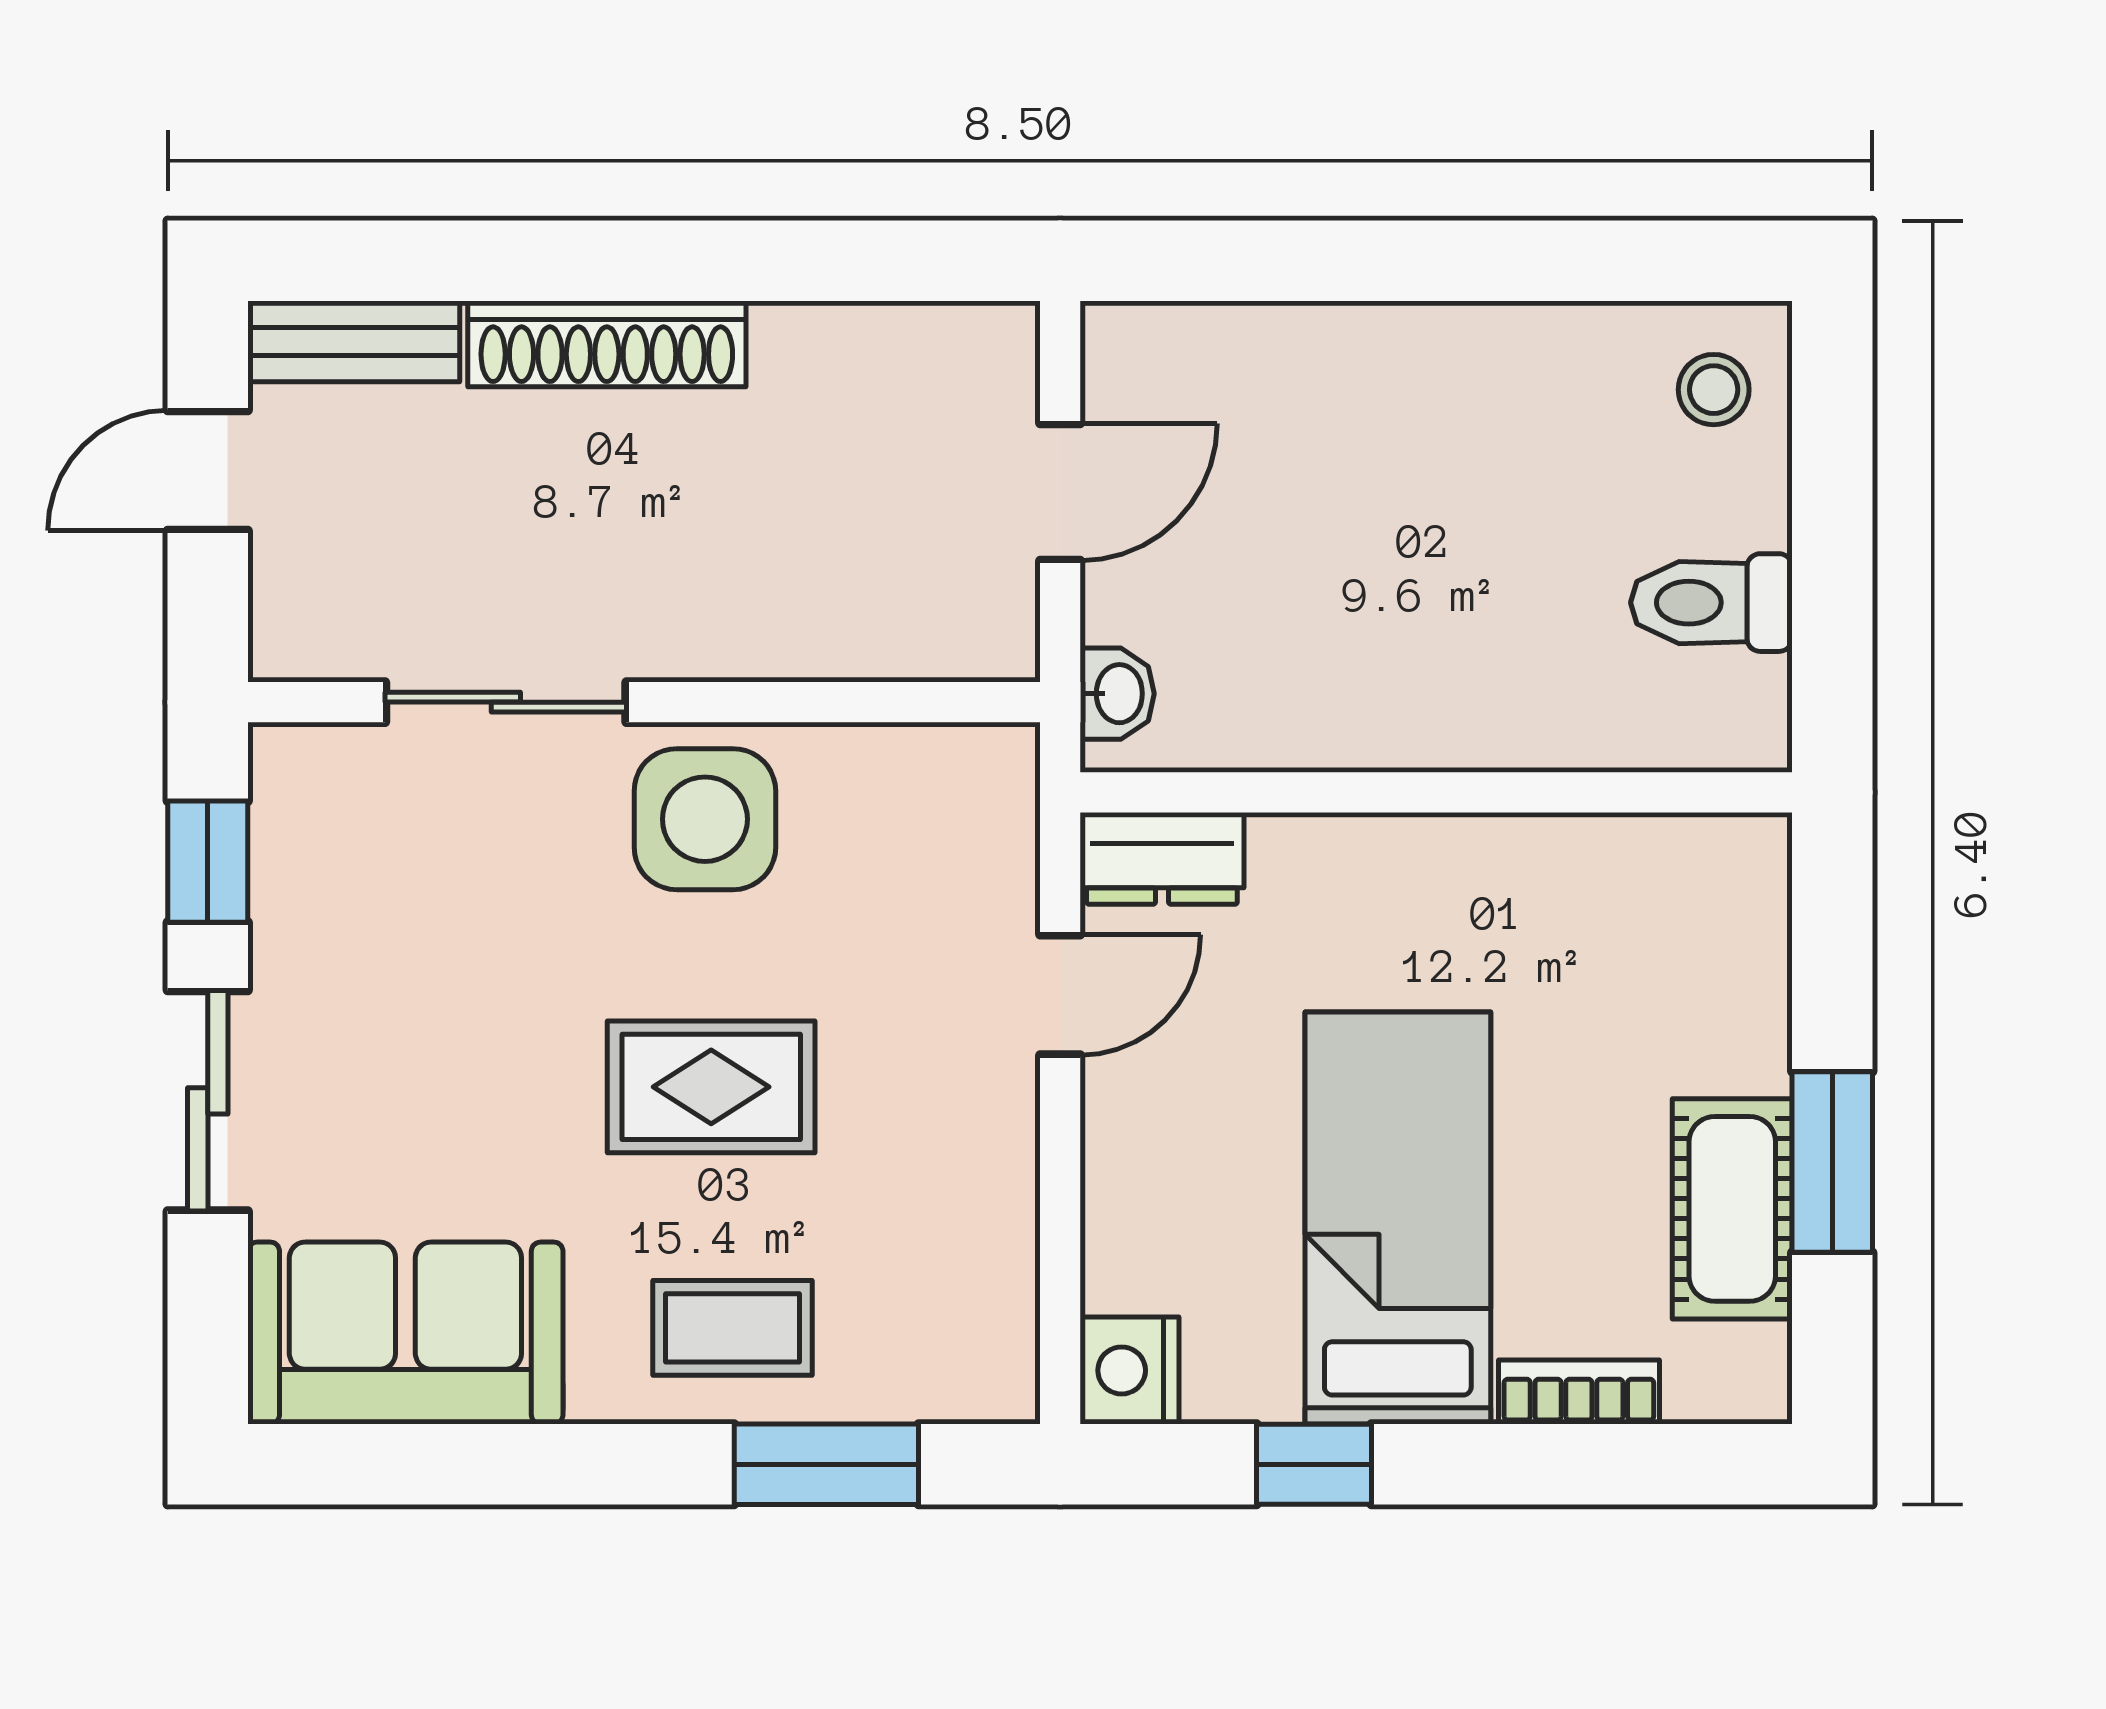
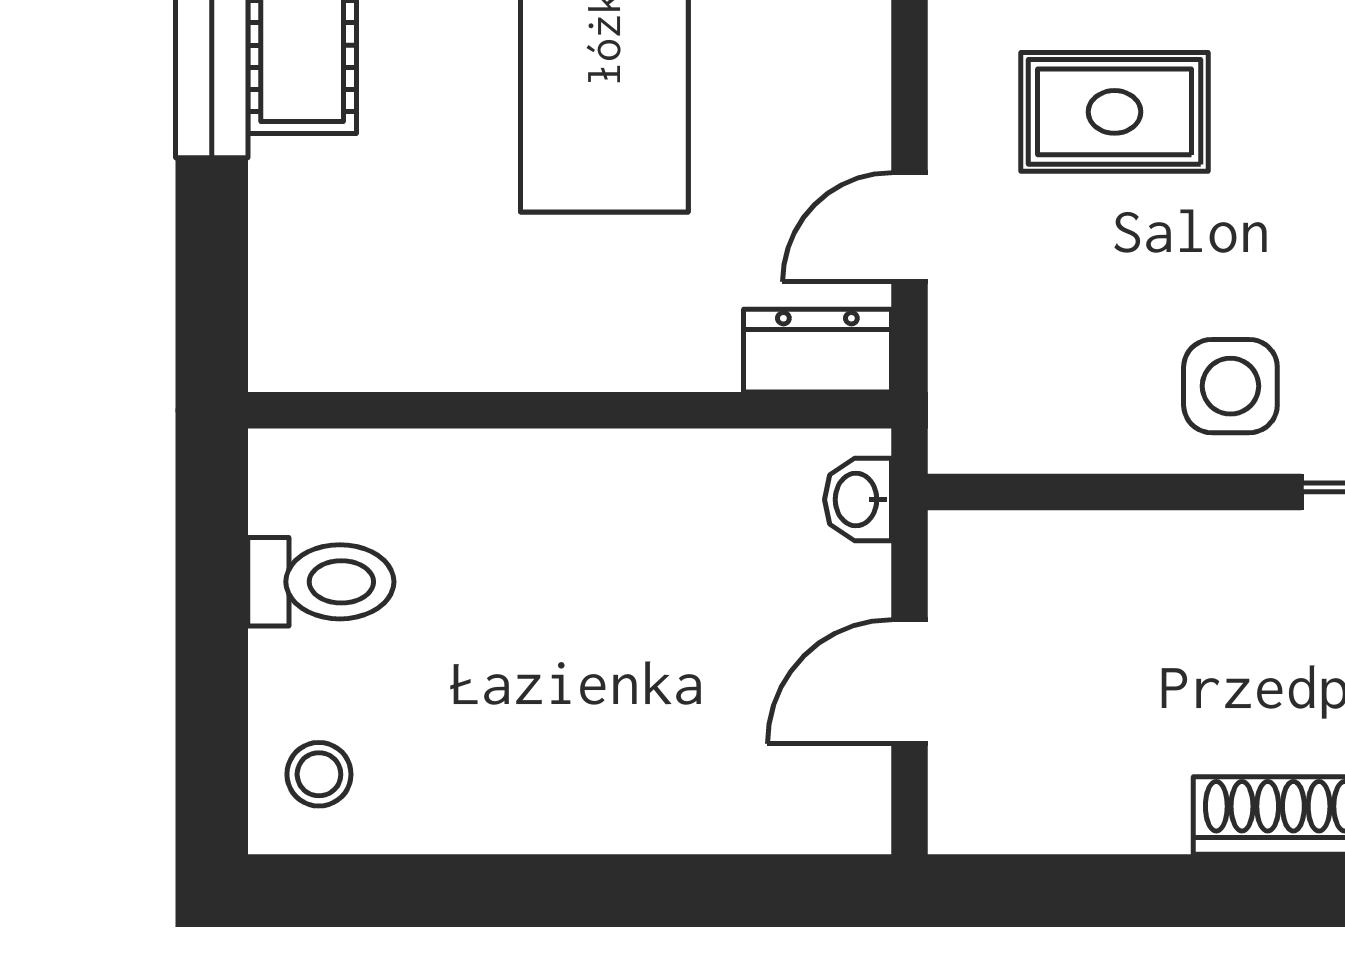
side table: (705, 819) -> (1230, 386), width x0.73, depth x0.73
rug: (711, 1087) -> (1115, 112), moved

